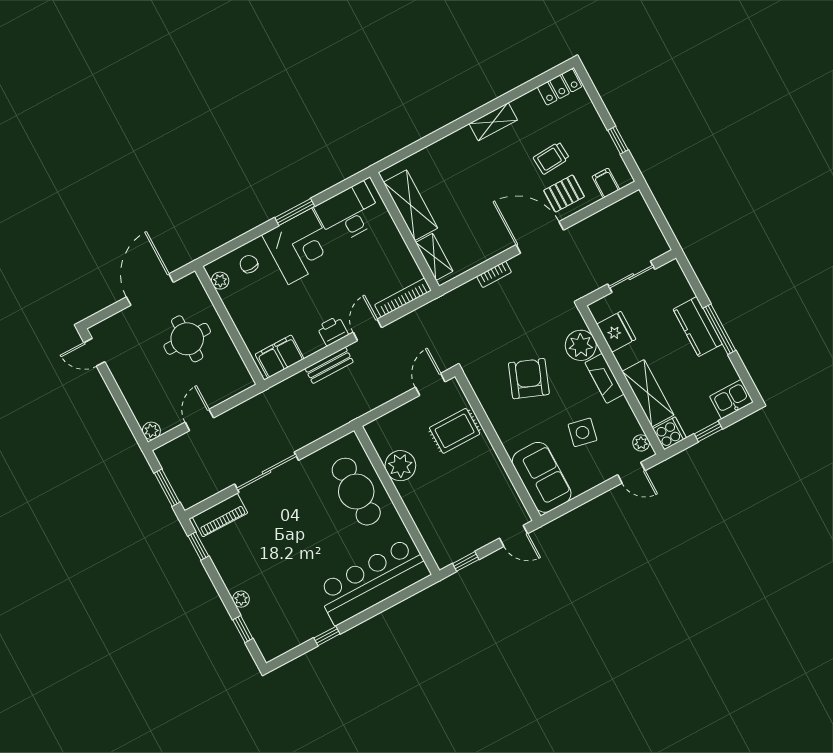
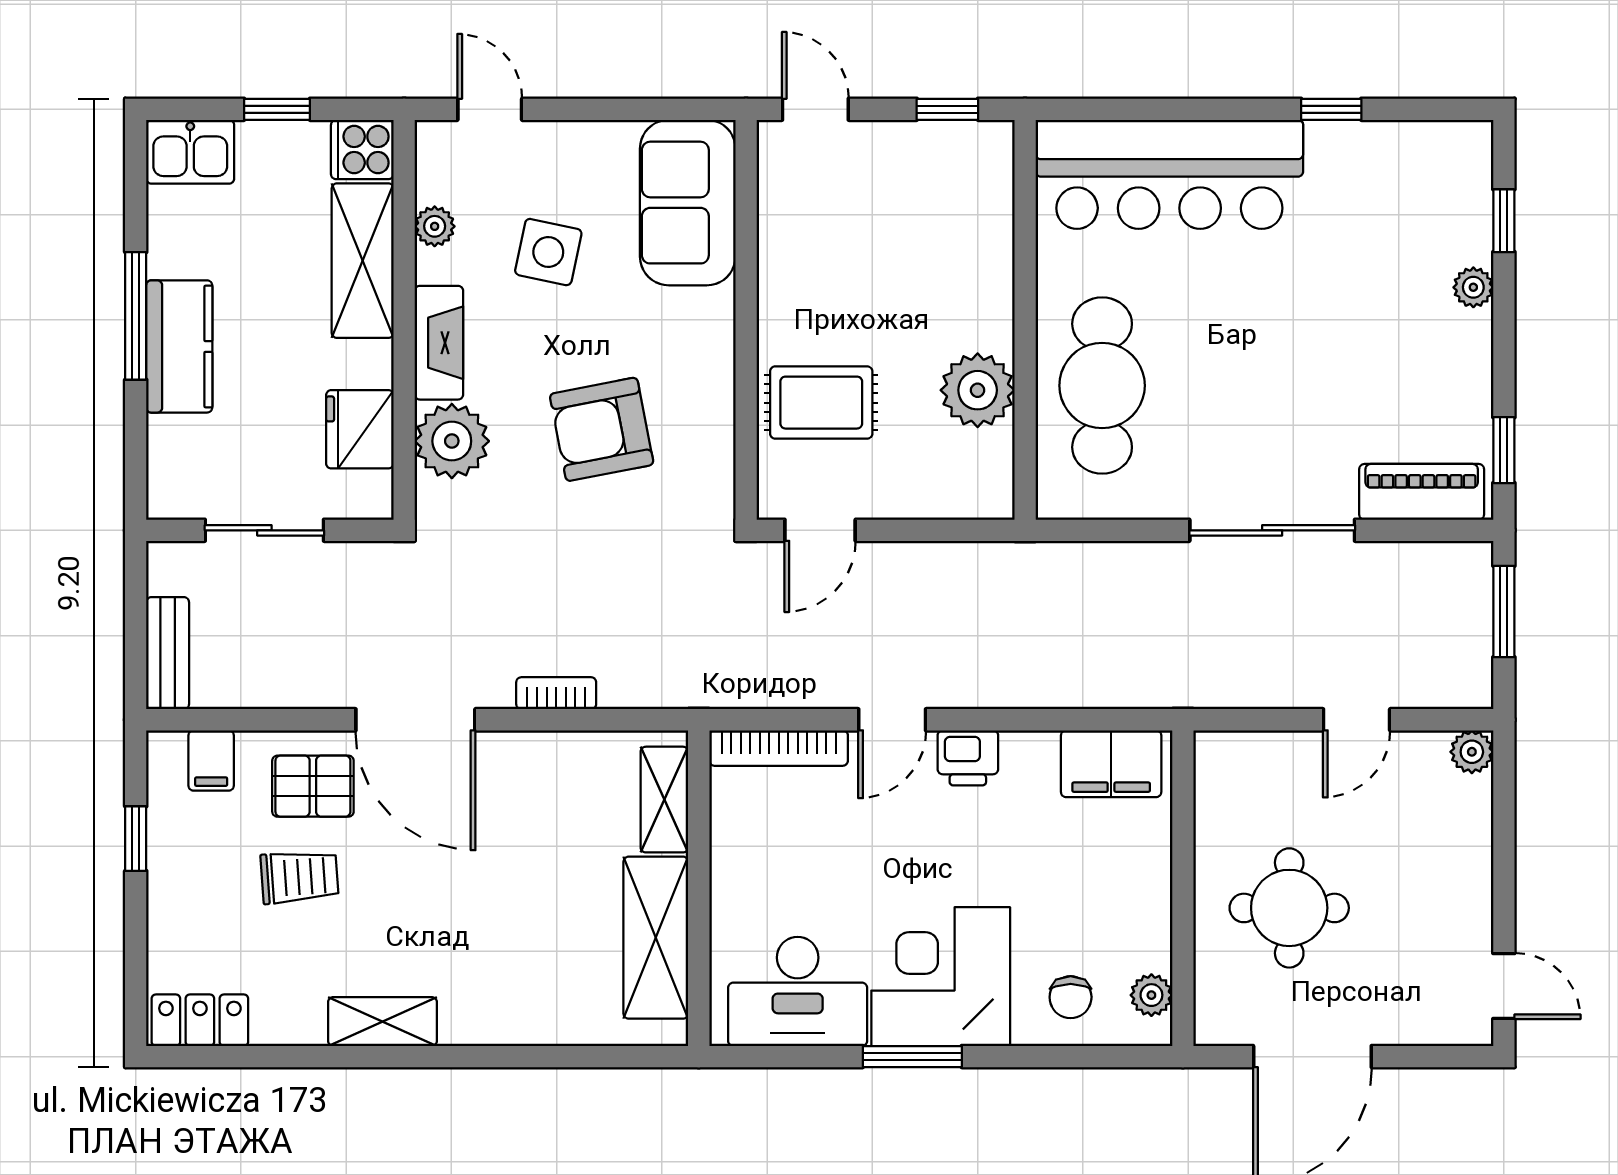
bench: (329, 365) -> (168, 653), moved, turned 90
armchair: (529, 379) -> (602, 429), turned 58
plant: (641, 443) -> (435, 226), moved

